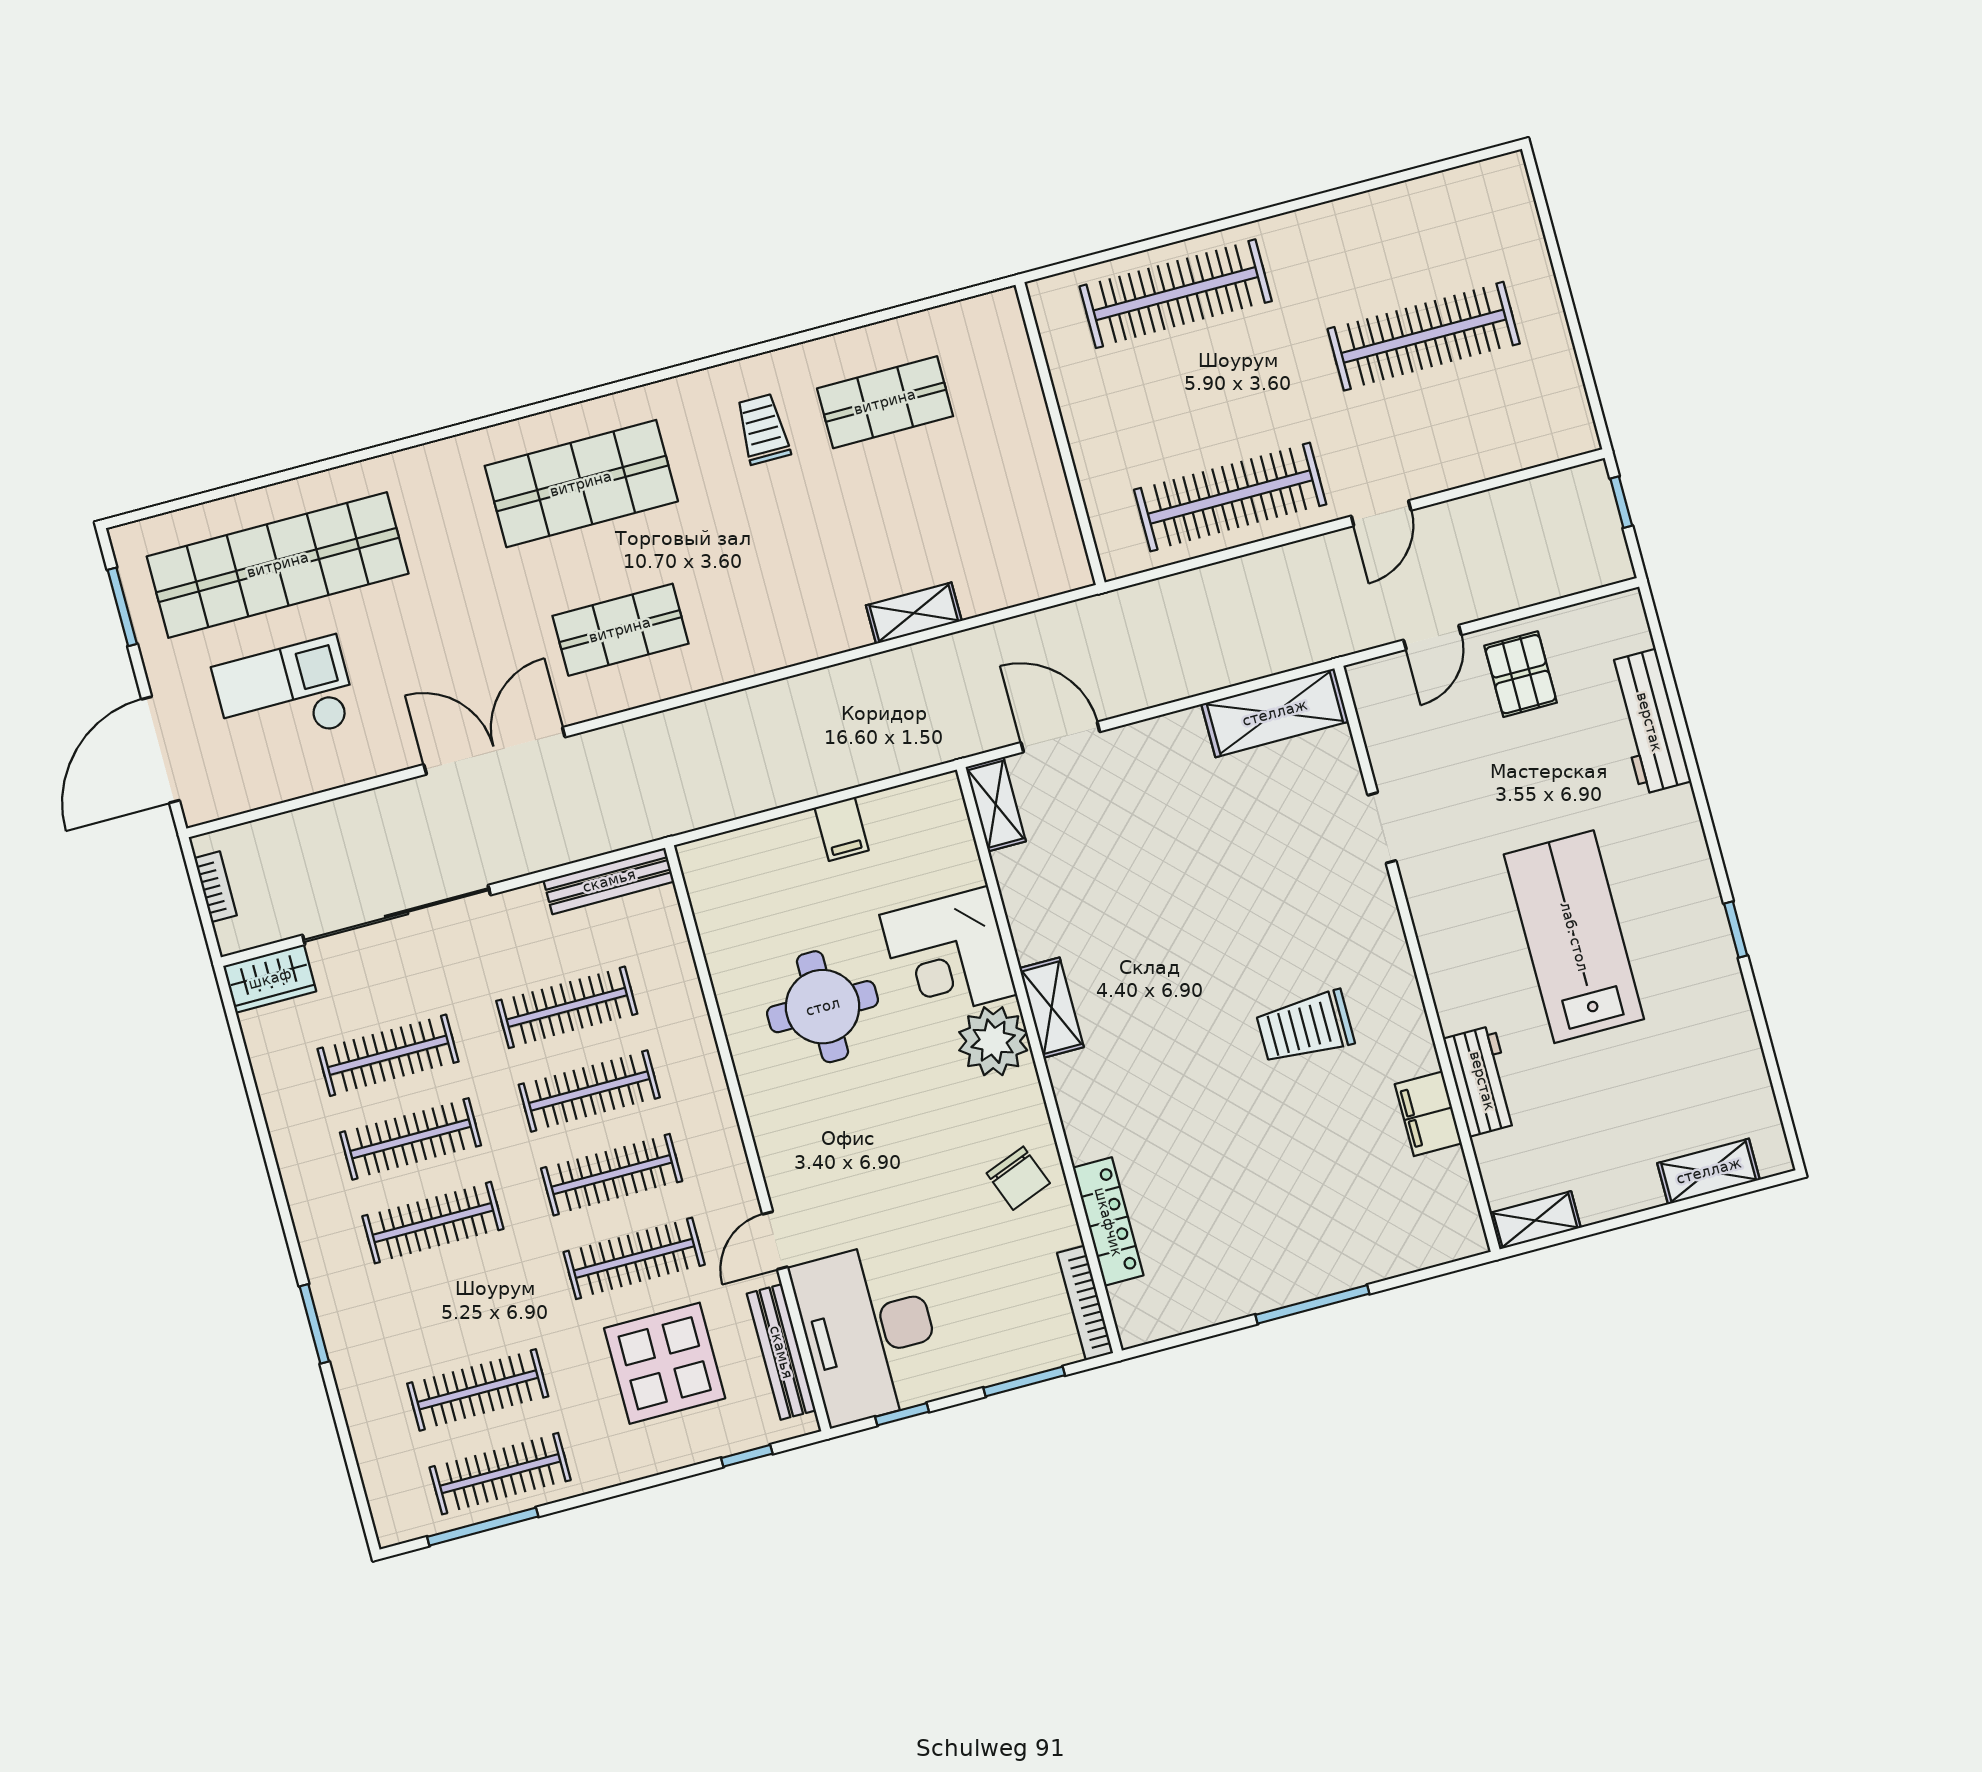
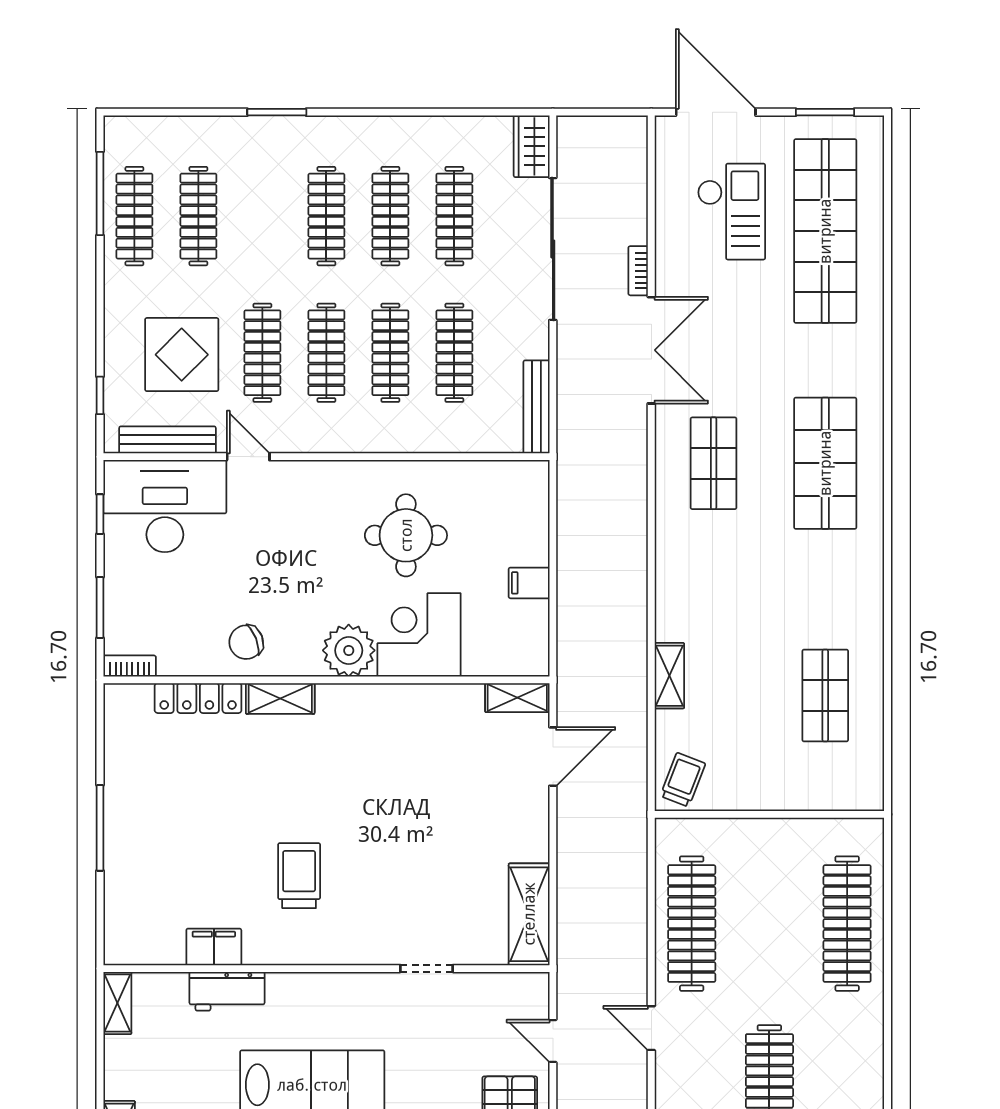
trolley: (763, 429) -> (683, 780), moved, turned -69
bookcase: (216, 887) -> (638, 271), moved, turned 90
shelving: (1052, 1008) -> (280, 699), moved
bookcase: (1085, 1303) -> (130, 666), width x0.64

